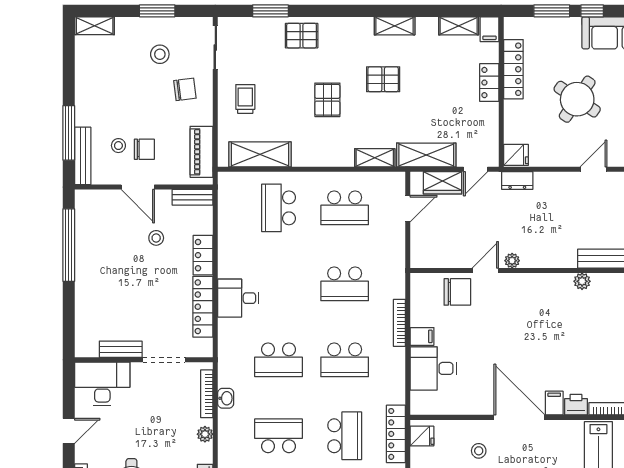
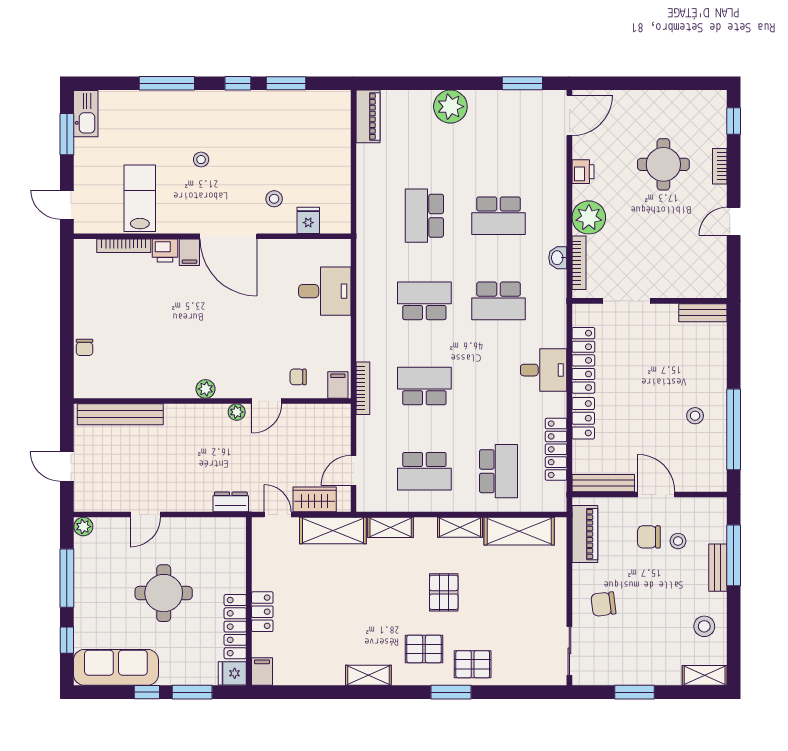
window: (270, 11) -> (451, 692), moved
shelving: (459, 26) -> (460, 527), moved
stool: (160, 54) -> (704, 626), moved
pallet: (383, 79) -> (424, 649), moved
trolley: (245, 99) -> (536, 593), removed
round table: (577, 99) -> (164, 593), turned -34
fridge: (516, 155) -> (232, 673), moved
bench: (83, 156) -> (718, 568), moved, width x0.73
door: (476, 169) -> (278, 514), hinge flipped
bench: (192, 197) -> (603, 483), width x1.36
school desk: (345, 208) -> (424, 471), turned 180
stool: (156, 238) -> (695, 416), moved
plant: (582, 281) -> (205, 389), moved
chair: (457, 292) -> (298, 377), width x0.54, depth x0.54
bookcase: (399, 323) -> (363, 388), moved
filing cabinet: (422, 336) -> (338, 385), moved, turned 90
bench: (121, 349) -> (703, 313), moved
school desk: (279, 360) -> (499, 301), turned 180
desk: (102, 384) -> (696, 274), removed
plant: (205, 434) -> (589, 217), width x1.87, depth x1.87
locker: (396, 434) -> (556, 449), moved, turned 180
fridge: (422, 436) -> (308, 220), moved, turned 90

